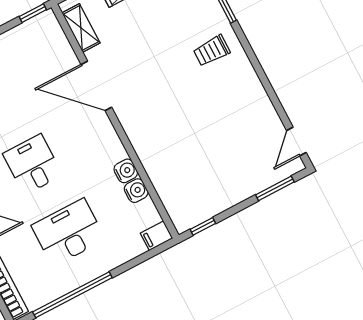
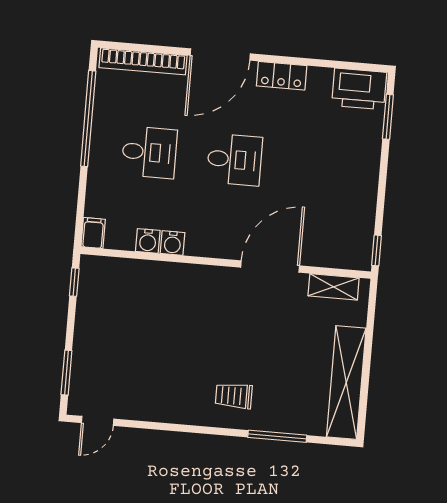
trolley: (212, 51) -> (234, 396), turned -90
door: (296, 142) -> (98, 421), swing flipped
desk: (68, 232) -> (149, 152), width x0.73

